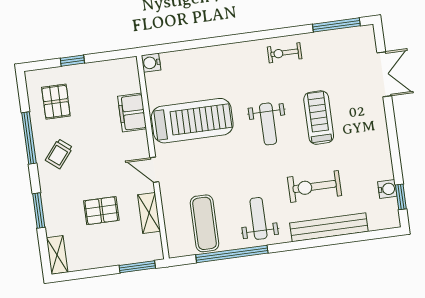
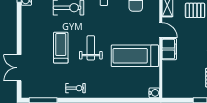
filing cabinet: (132, 113) -> (169, 49), moved
treadmill: (319, 118) -> (61, 48), turned 180

